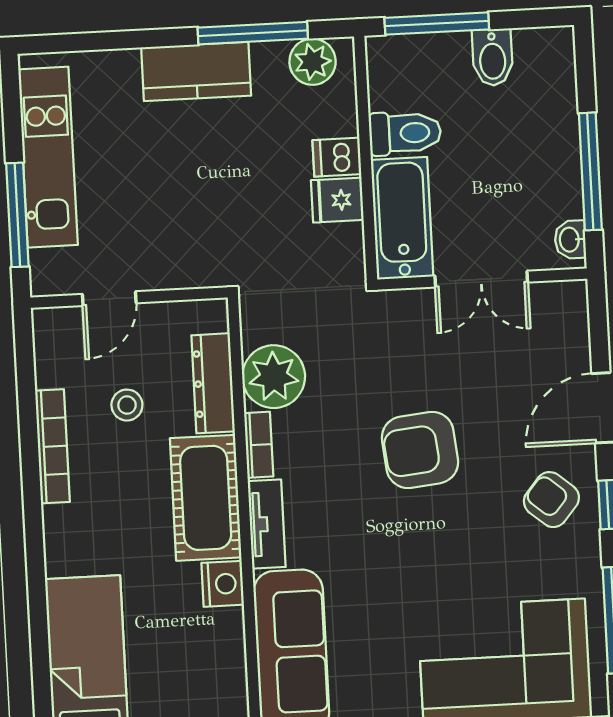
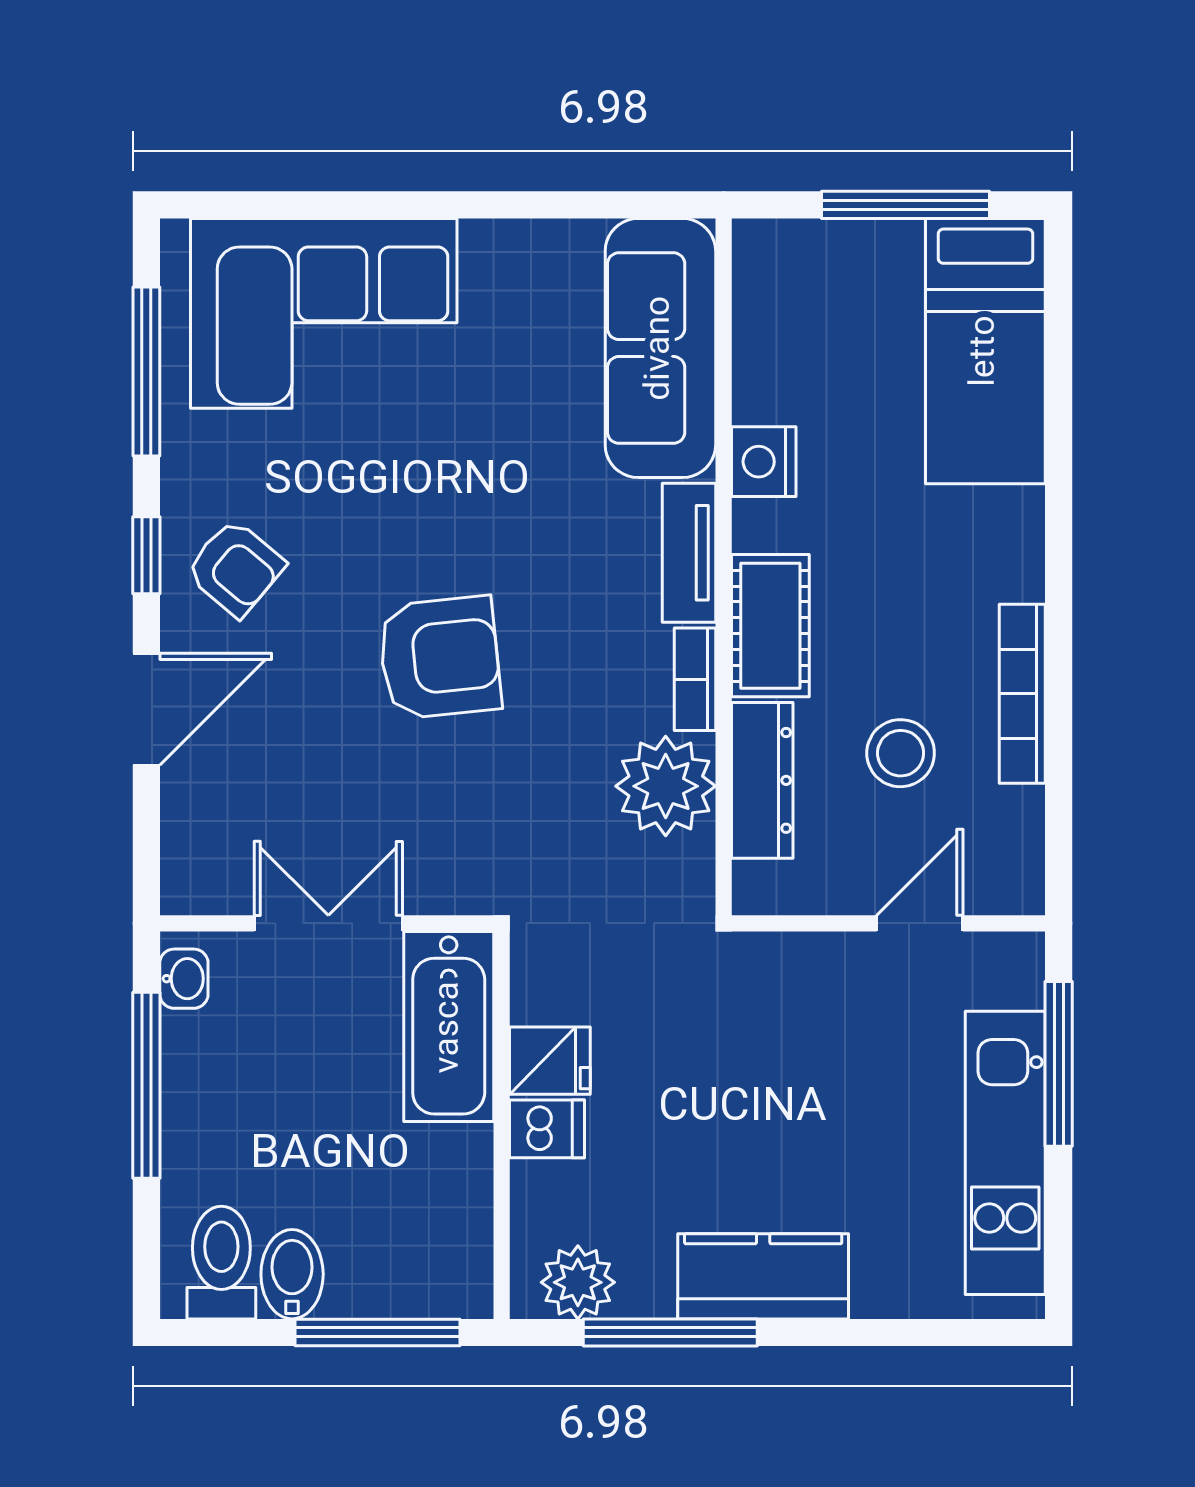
toilet: (405, 133) -> (221, 1263), moved, turned 90
stool: (127, 405) -> (901, 753), width x1.37, depth x1.37
cot: (206, 498) -> (770, 626), width x0.73, depth x0.75

